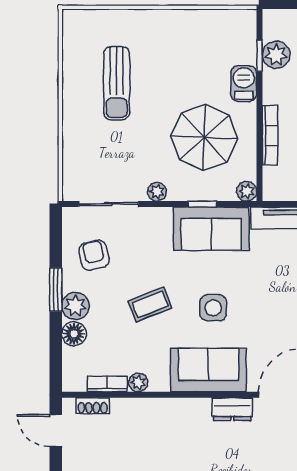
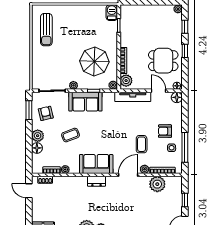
plant: (276, 55) -> (126, 81), moved
sun lounger: (117, 83) -> (46, 30), moved
barbecue: (244, 84) -> (112, 13), moved
sofa: (211, 229) -> (85, 102), moved
window: (56, 290) -> (29, 110), moved
side table: (213, 308) -> (98, 137), removed
dresser: (232, 409) -> (96, 181), moved

